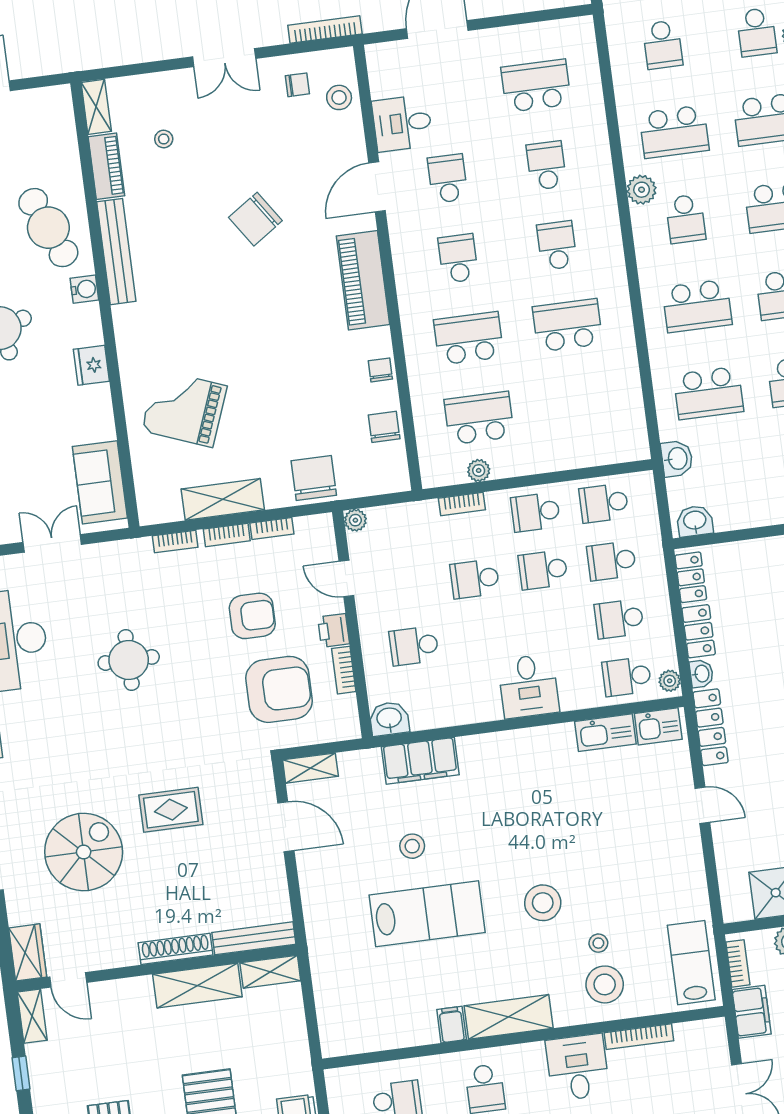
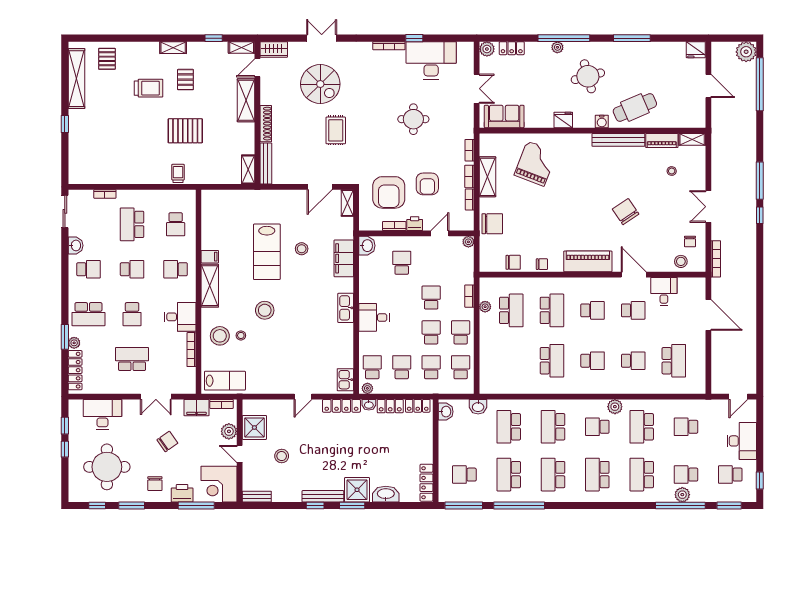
kitchen sink: (605, 733) -> (346, 308), moved
shelving: (197, 986) -> (246, 100), moved

